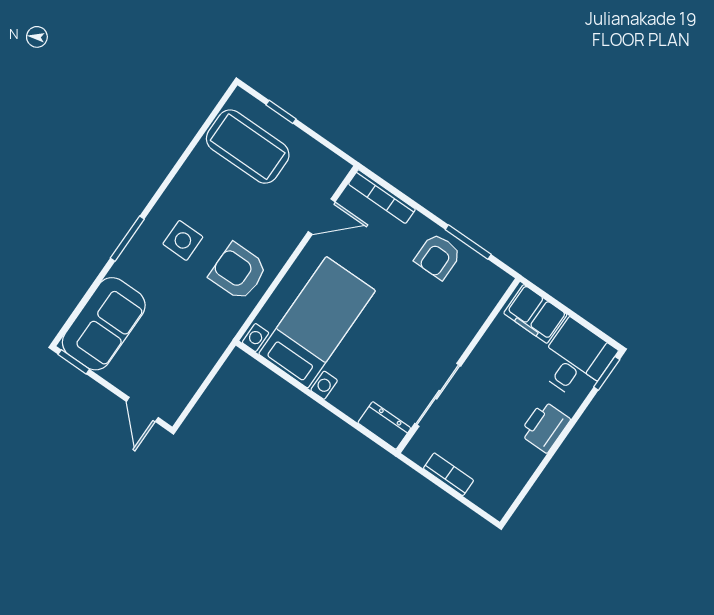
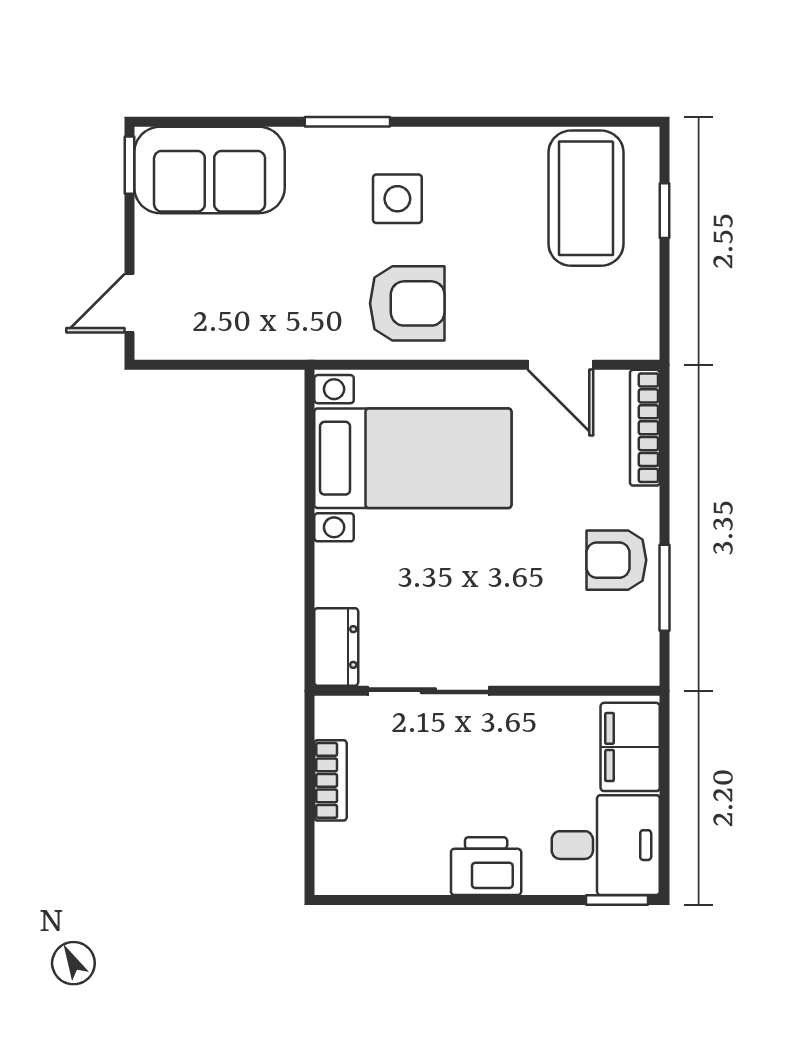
armchair: (238, 272) -> (407, 303), turned 90

